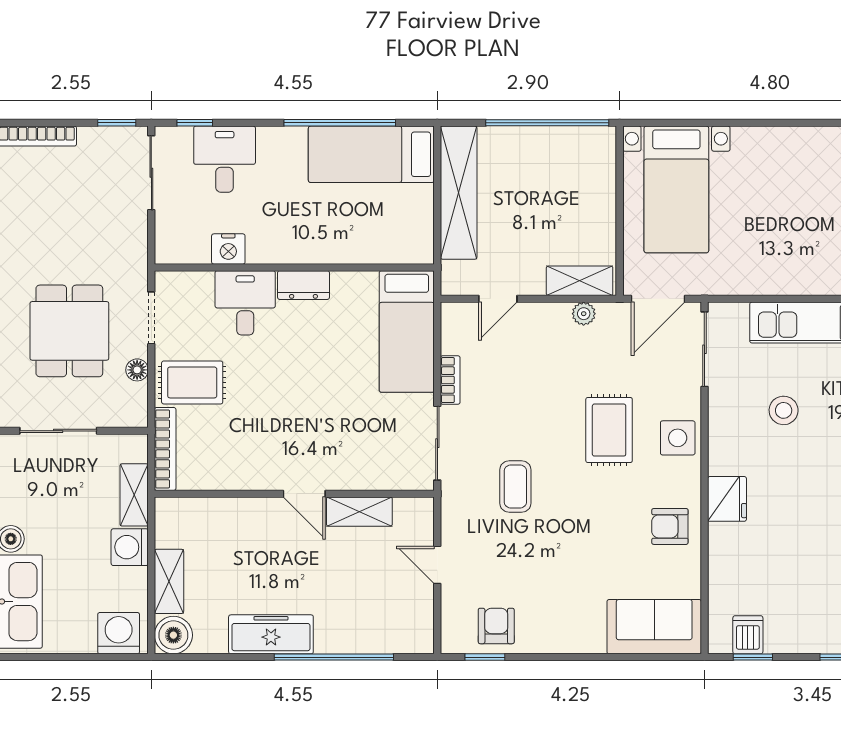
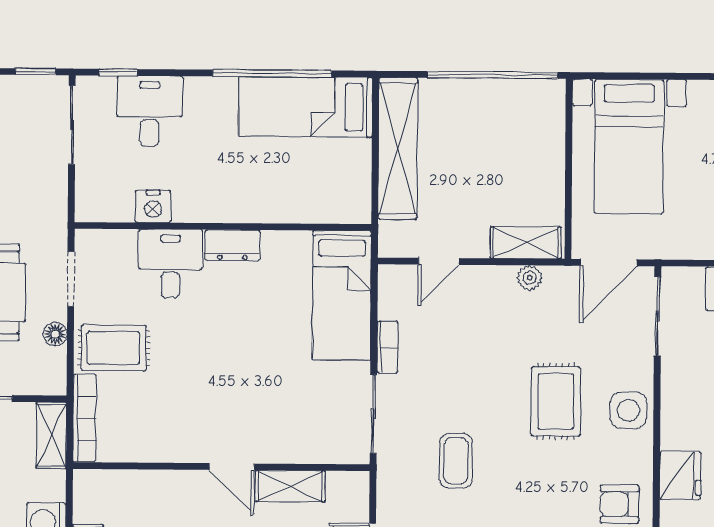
shelving: (134, 495) -> (51, 435), moved

